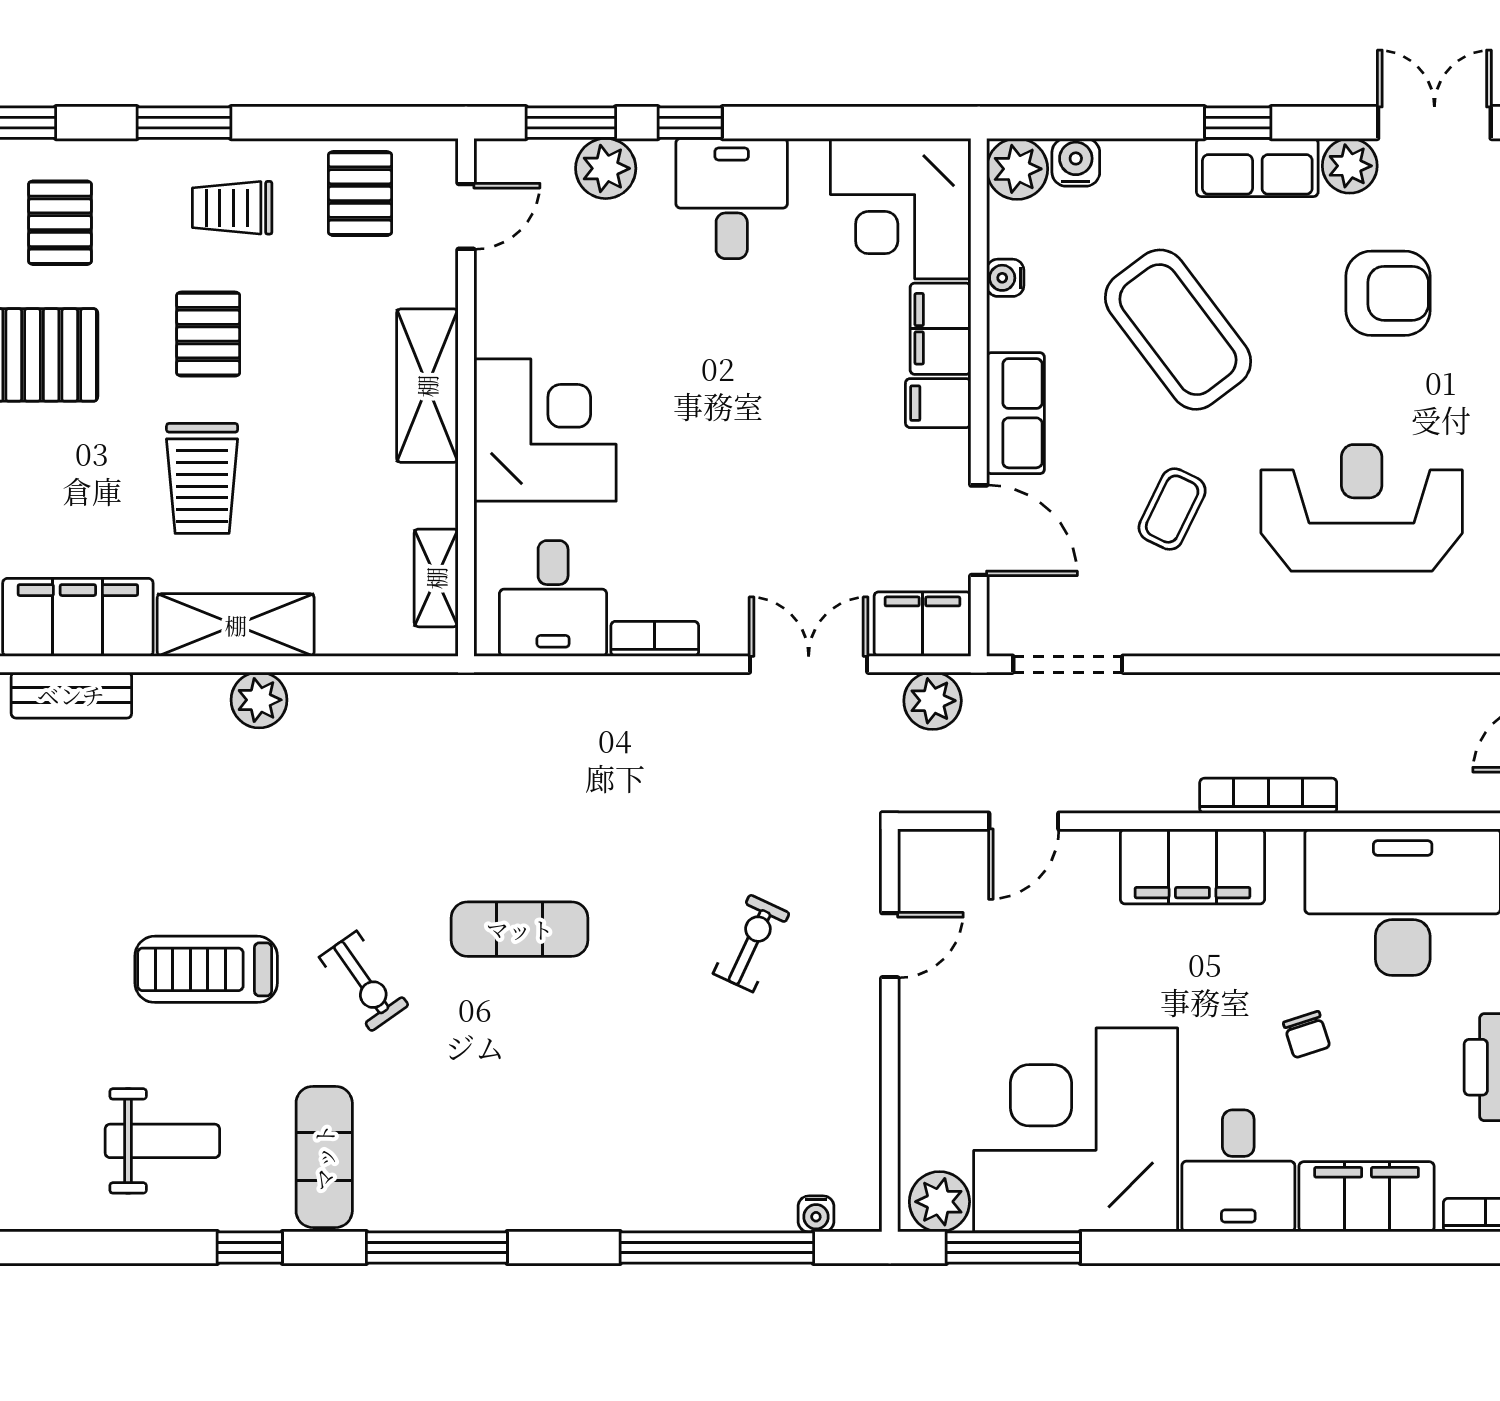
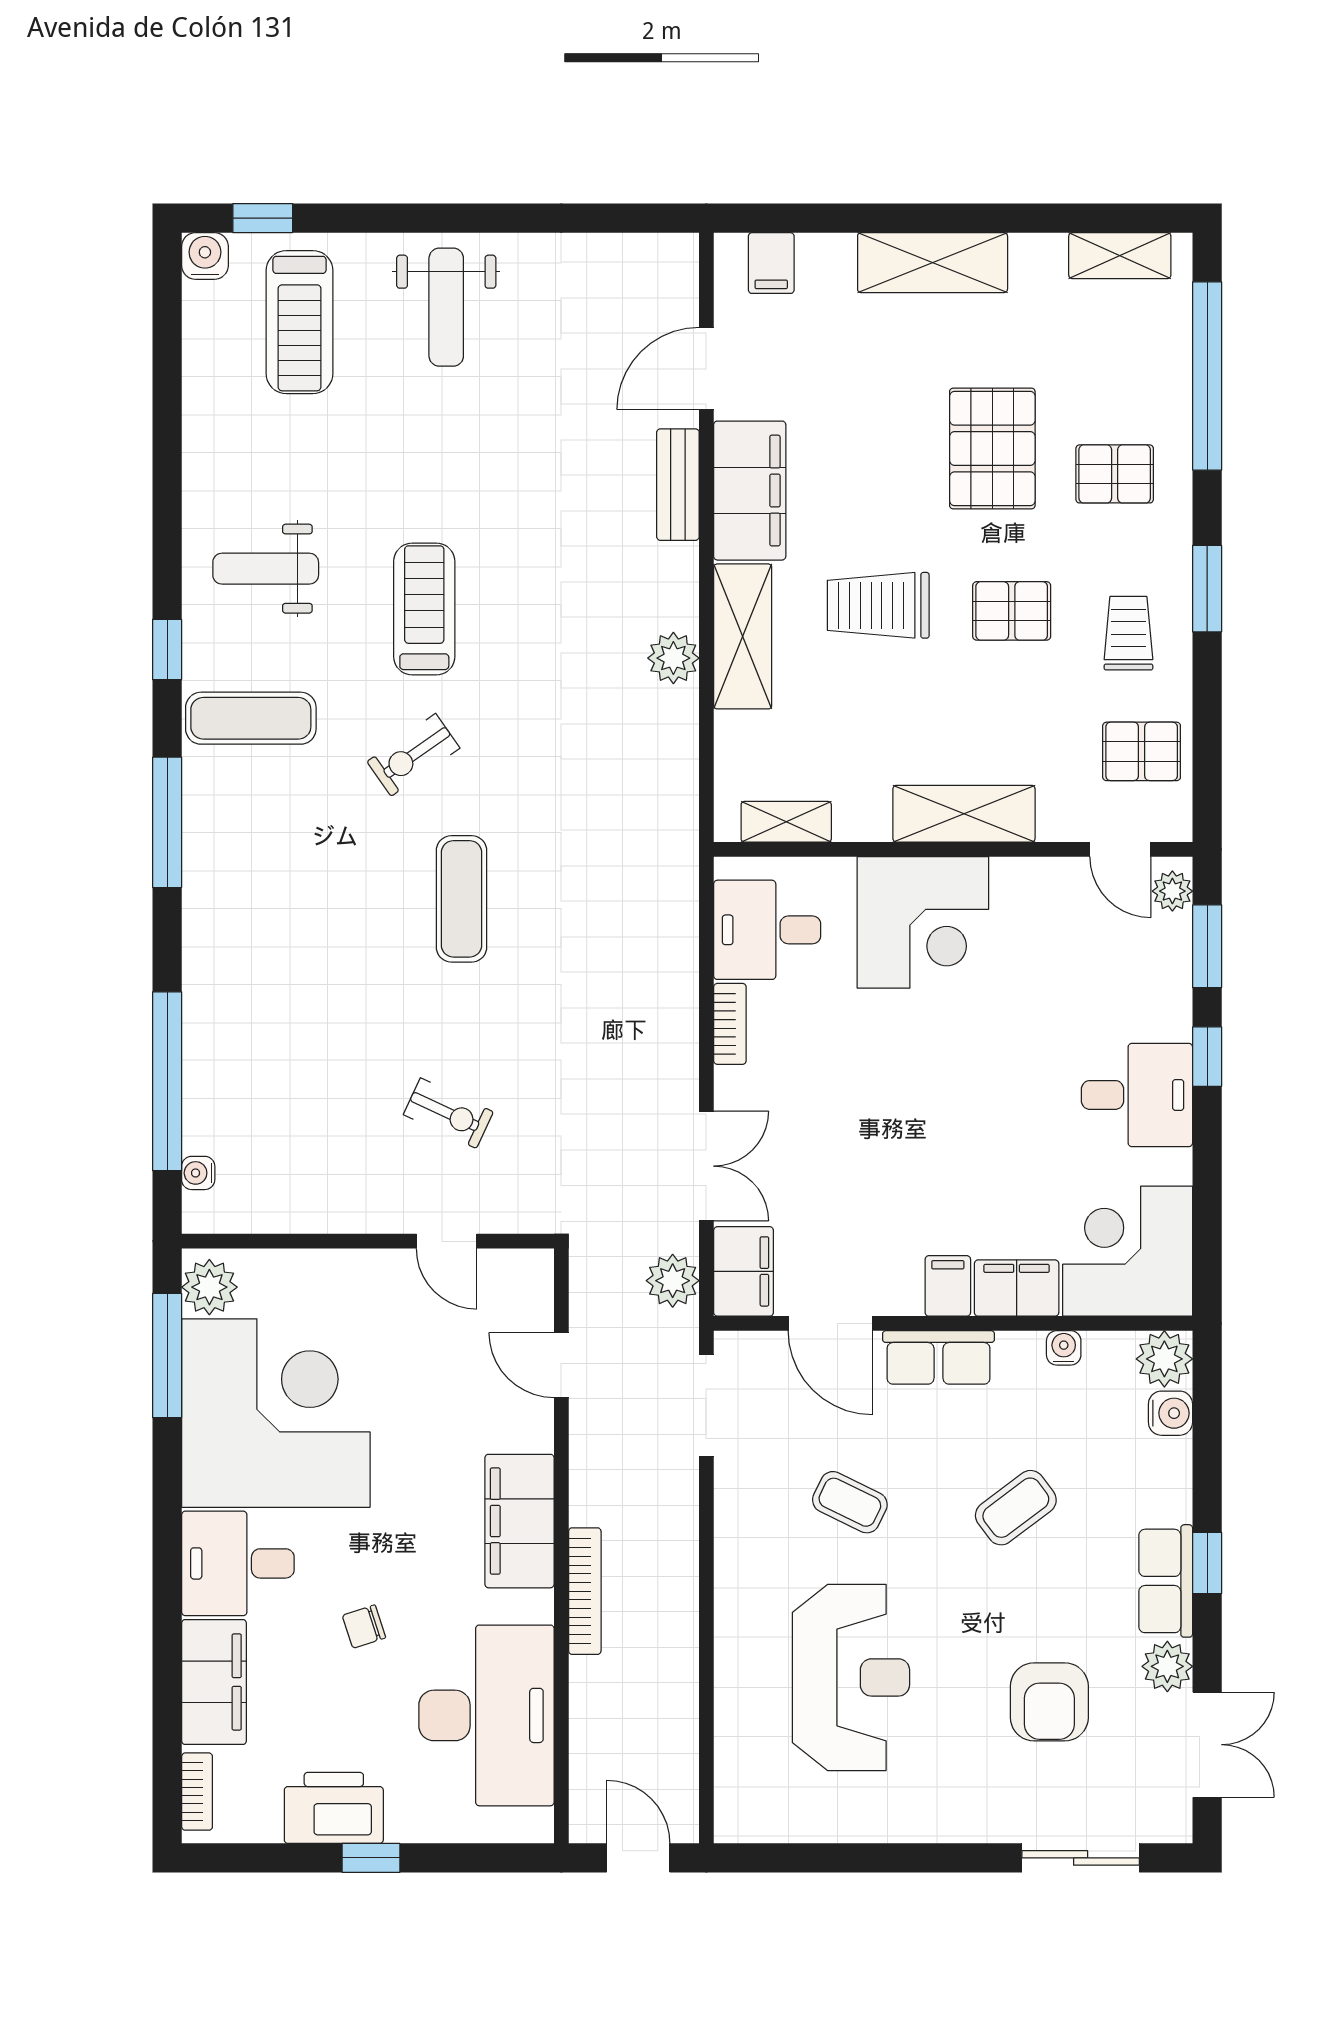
plant: (606, 168) -> (1172, 891), moved, width x0.73, depth x0.73
coffee table: (1178, 330) -> (1016, 1508), width x0.54, depth x0.58
door: (979, 530) -> (830, 1323), hinge flipped
weight bench: (162, 1141) -> (266, 569), turned 90

